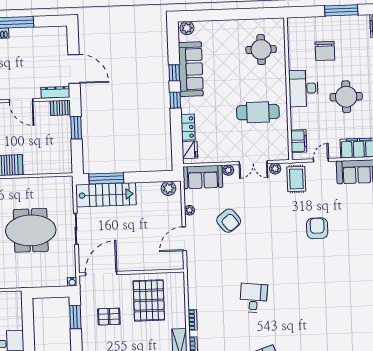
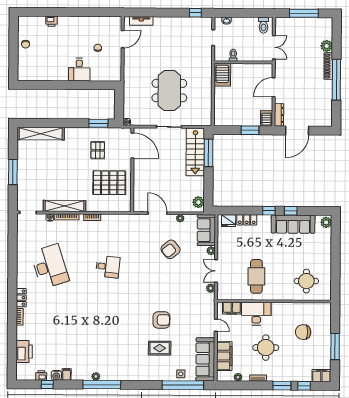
desk: (304, 88) -> (256, 314), moved
rug: (296, 179) -> (160, 348), moved

